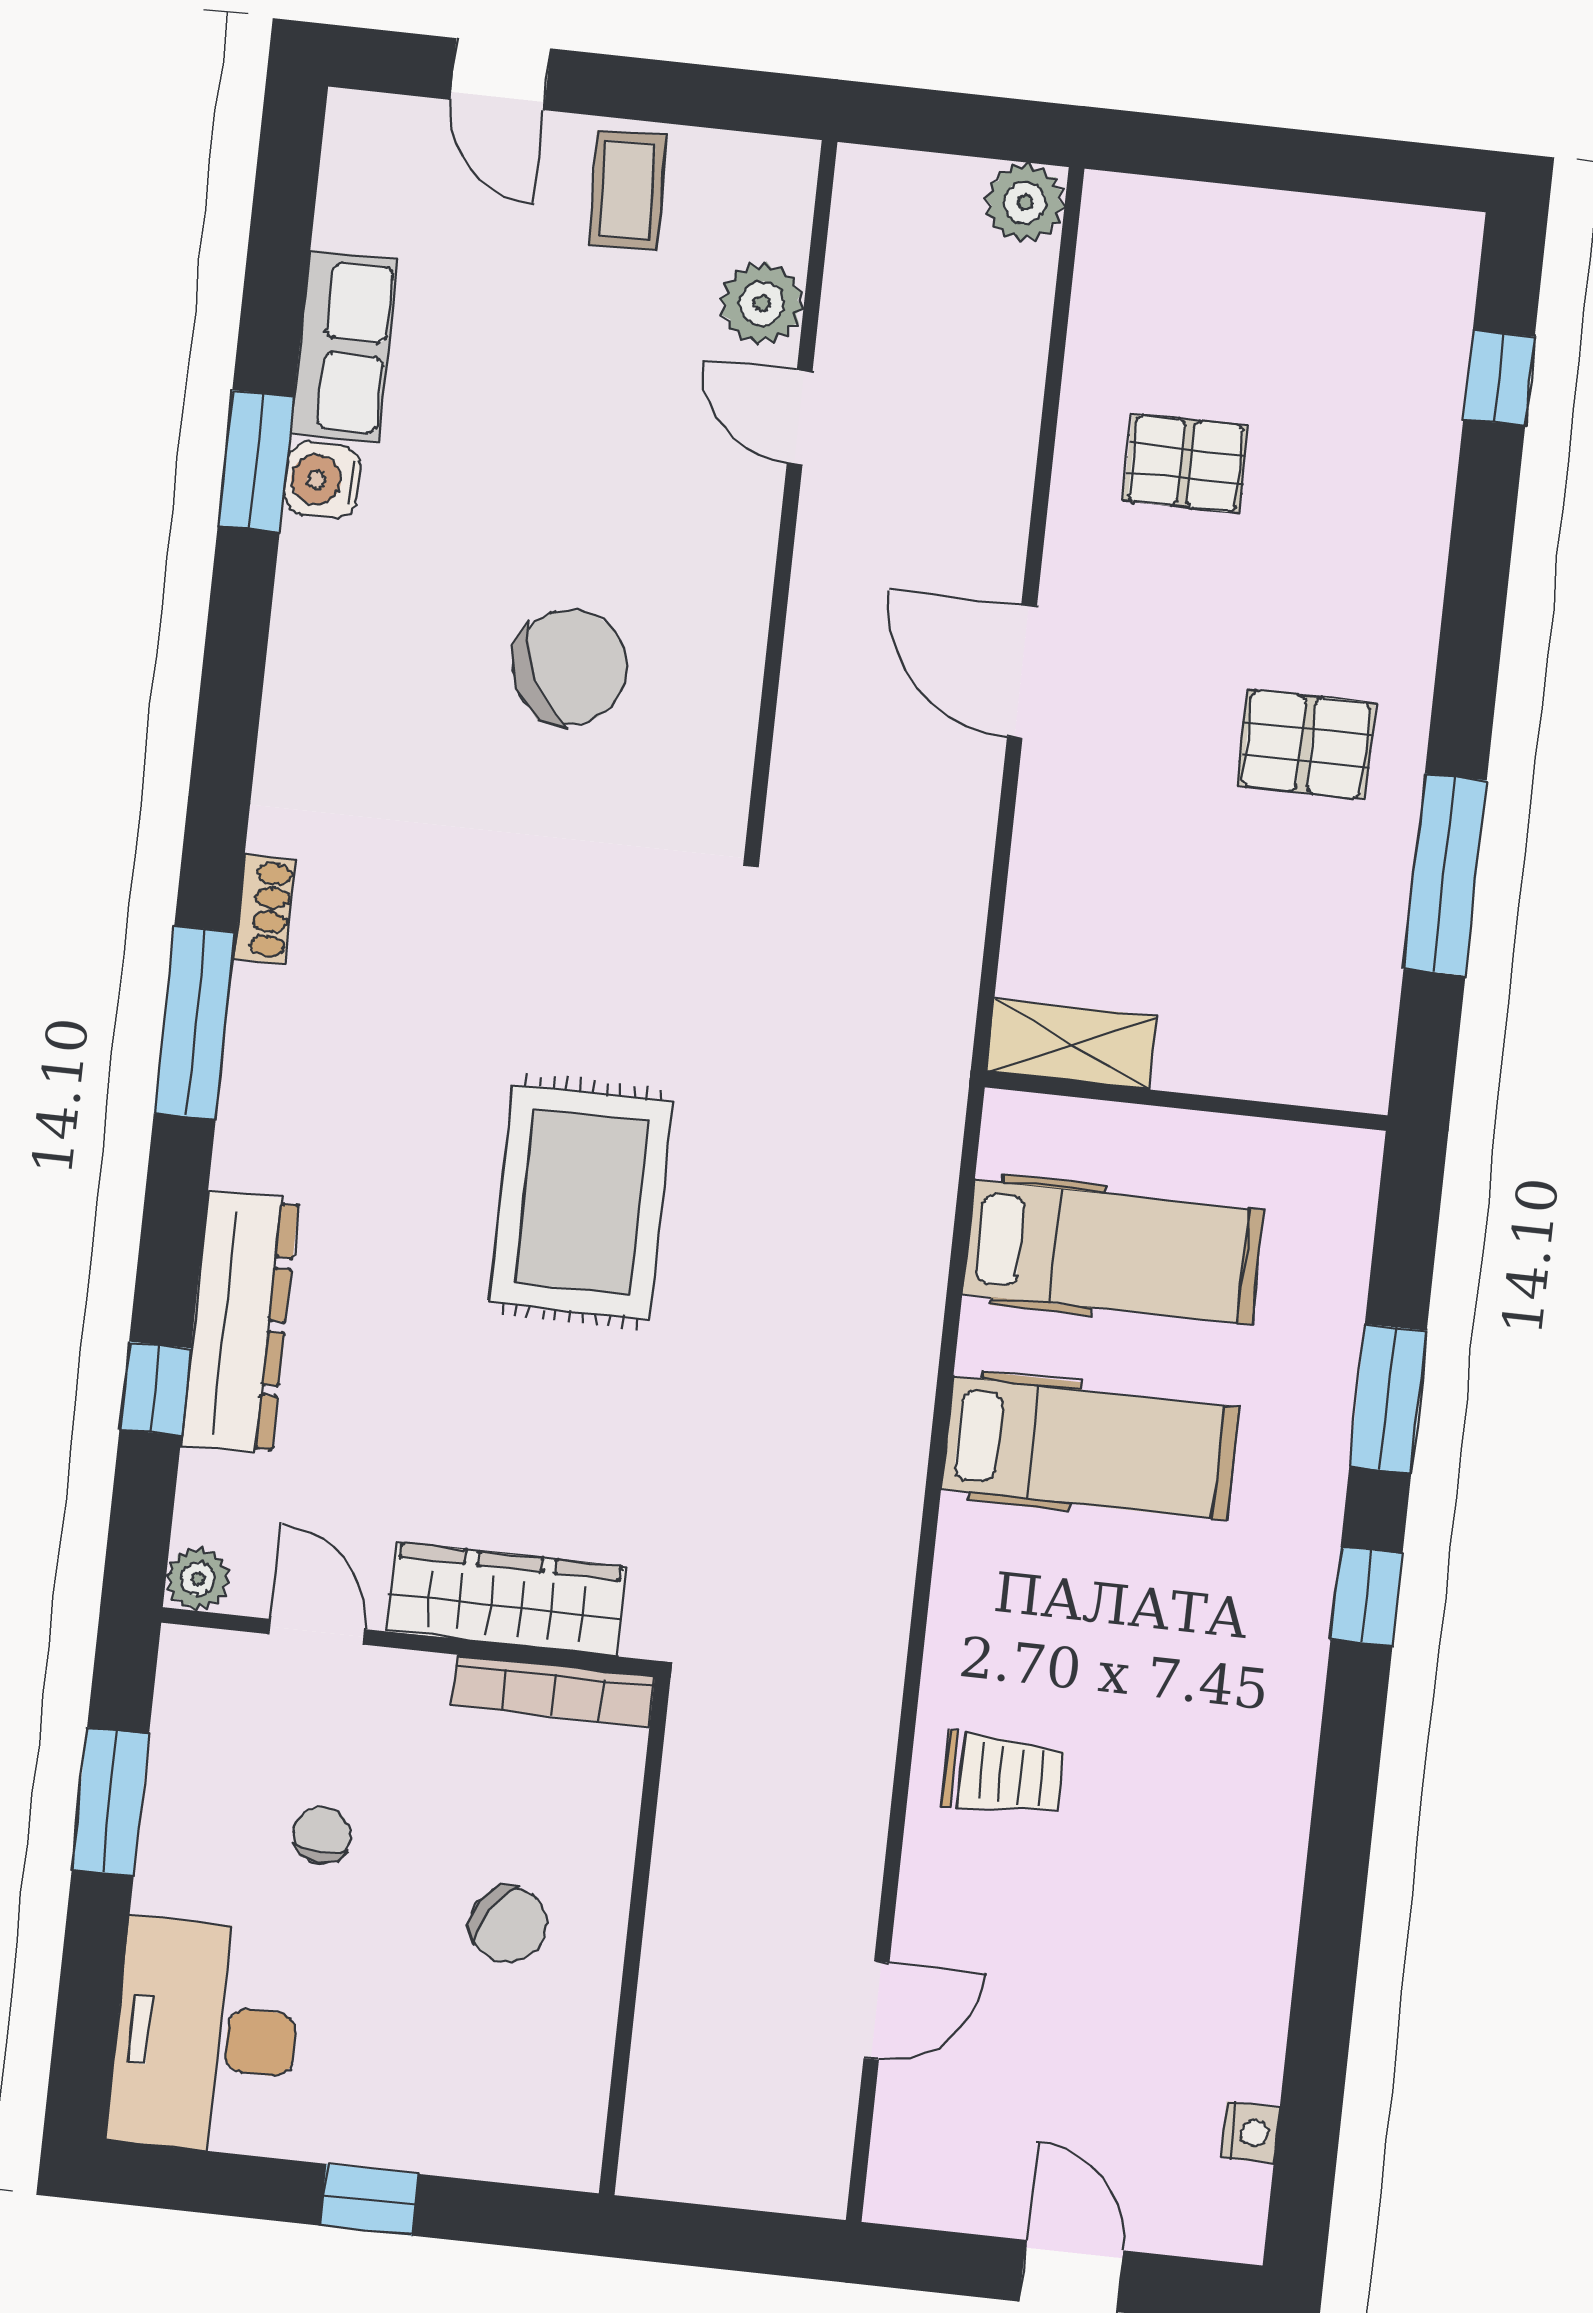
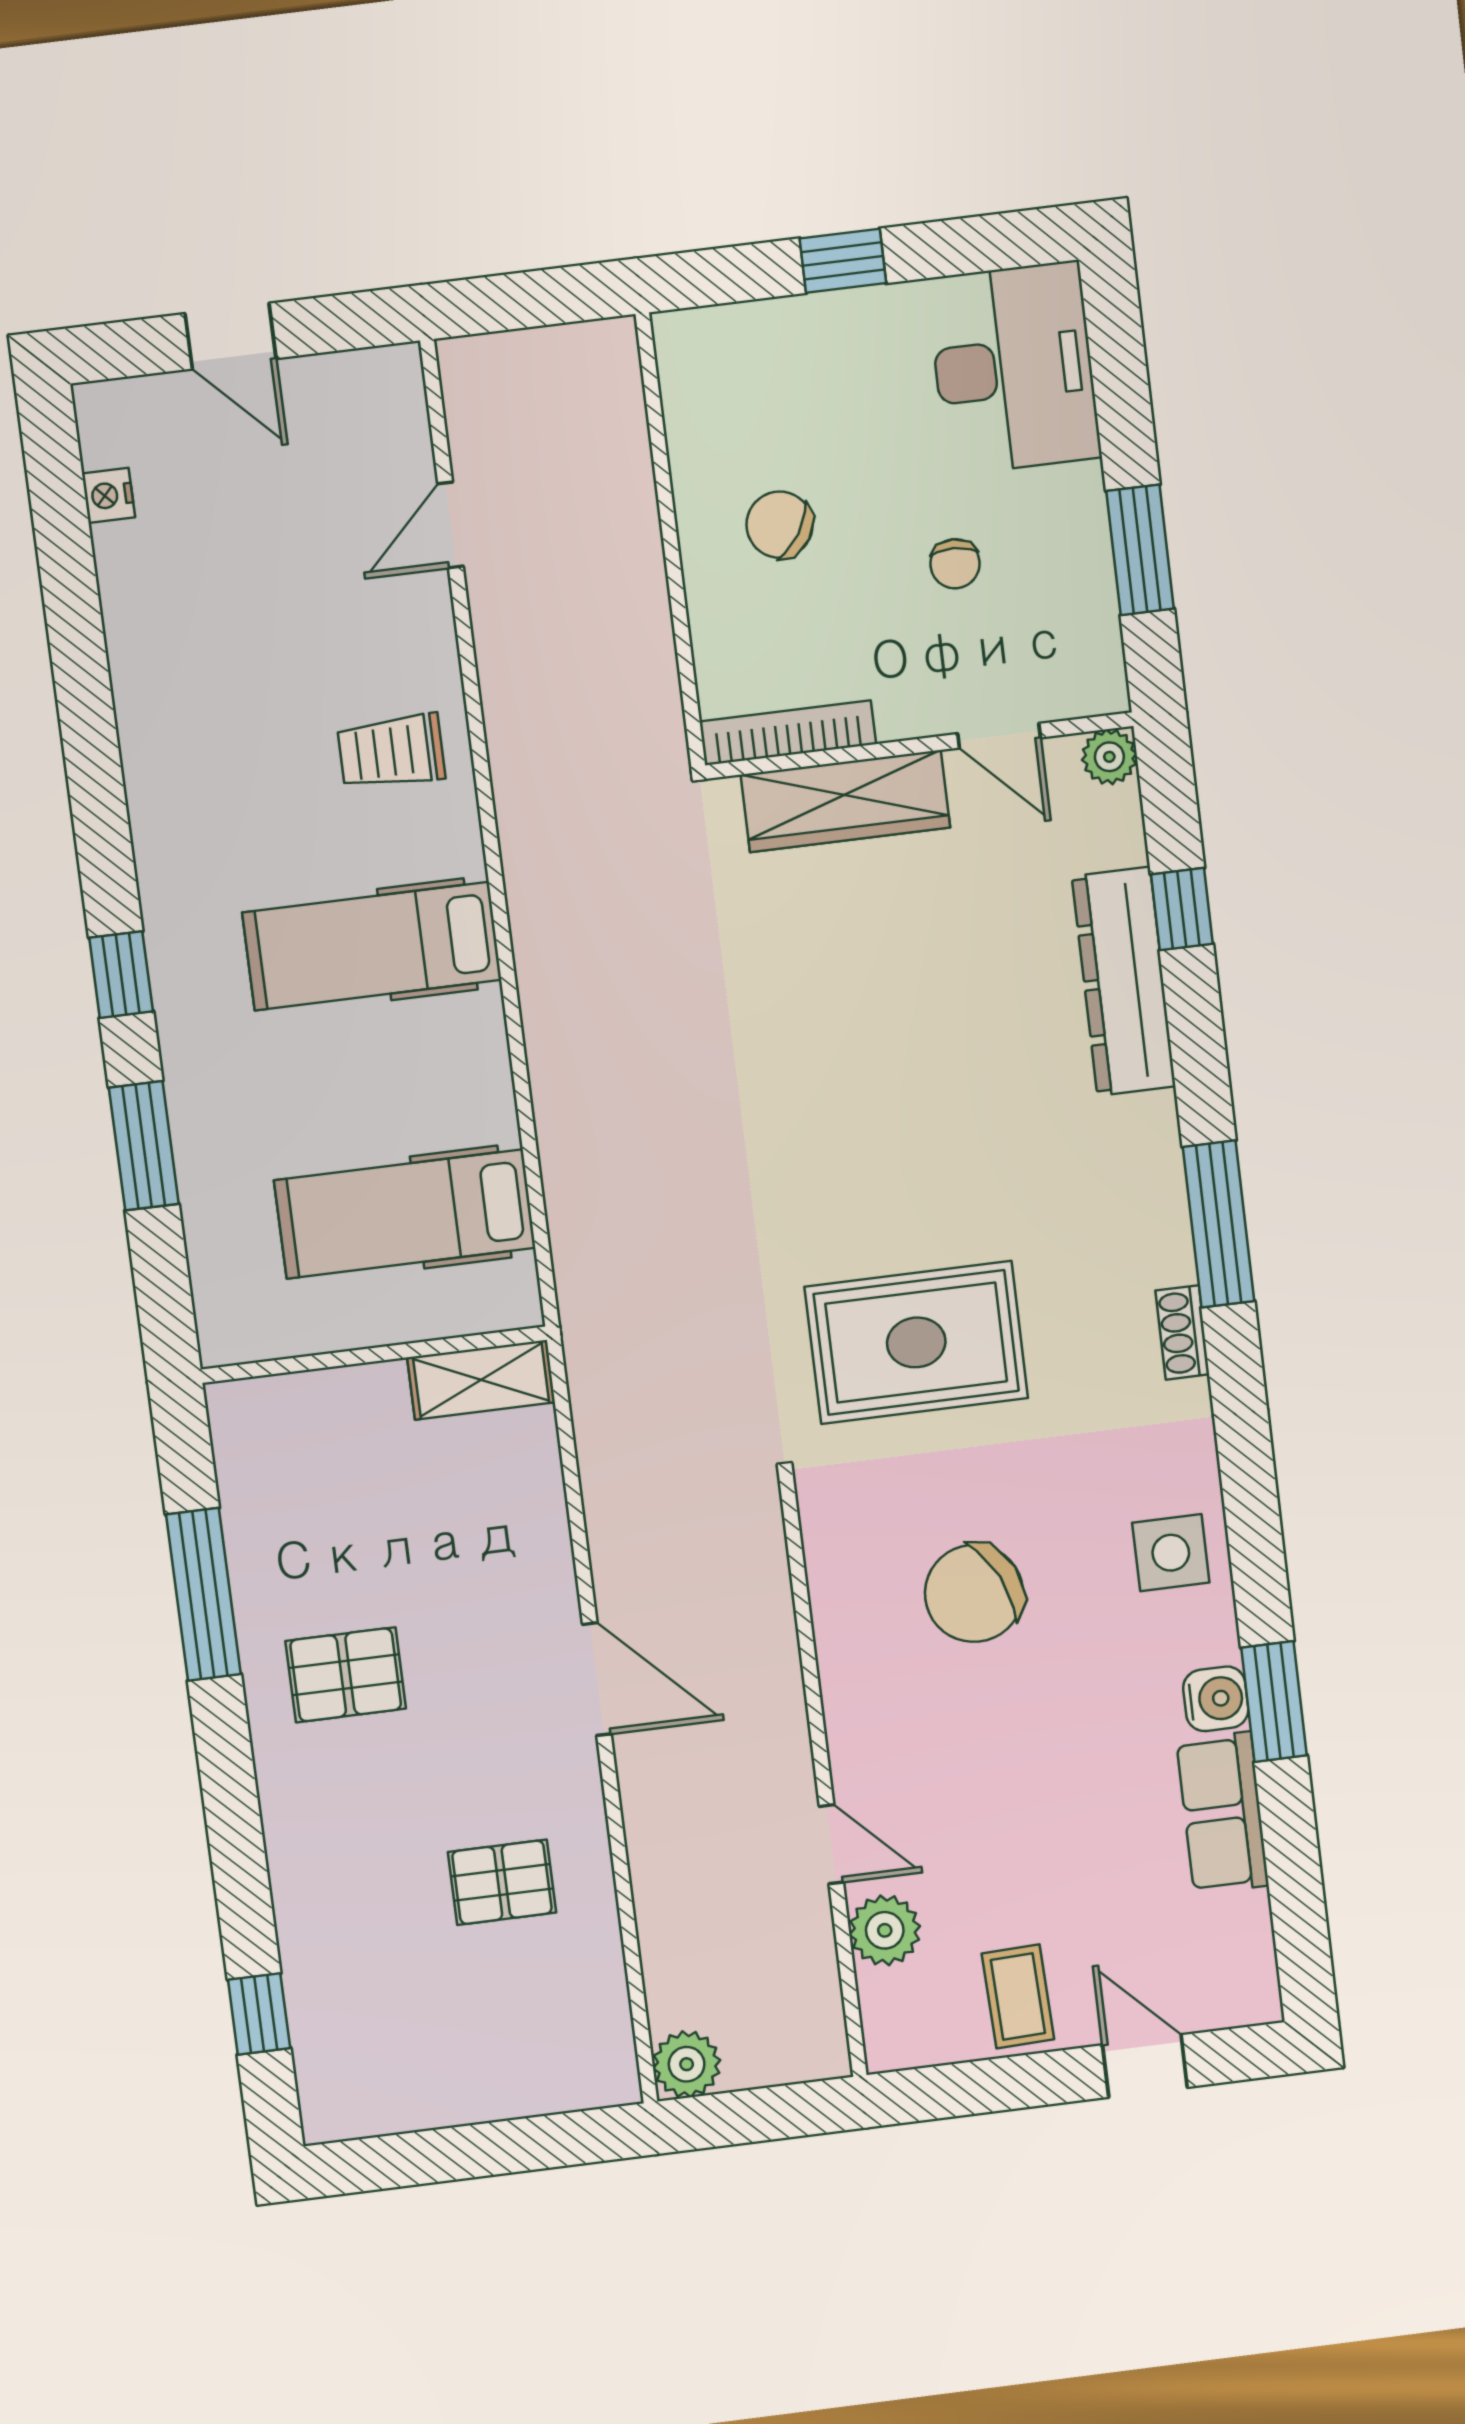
side table: (335, 660) -> (1171, 1553), added
rug: (582, 1202) -> (916, 1342), moved, turned 90
hospital bed: (1090, 1448) -> (372, 946), moved

